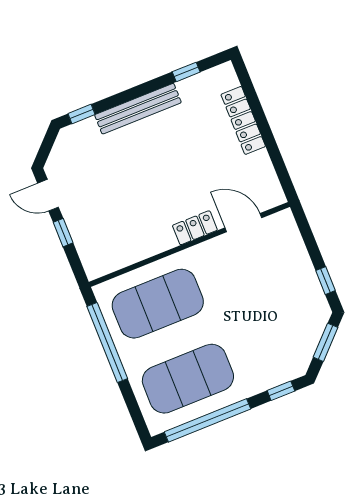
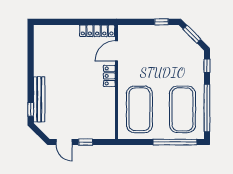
window: (186, 72) -> (31, 49), removed
bench: (138, 109) -> (39, 99), moved
locker: (243, 120) -> (97, 31), moved
door: (48, 195) -> (64, 142), hinge flipped
window: (107, 343) -> (175, 142), moved

